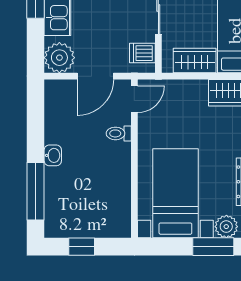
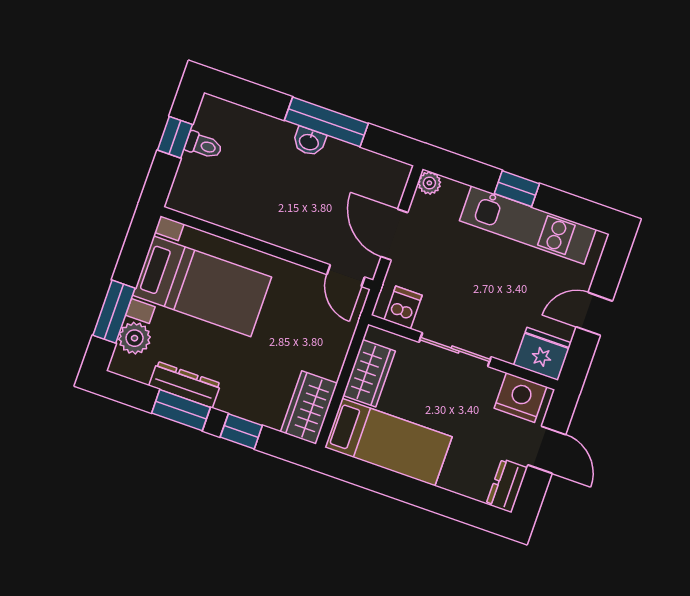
plant: (59, 58) -> (429, 183), width x0.53, depth x0.53
toilet: (119, 133) -> (204, 145), moved, turned 90
window: (36, 191) -> (326, 122), moved

